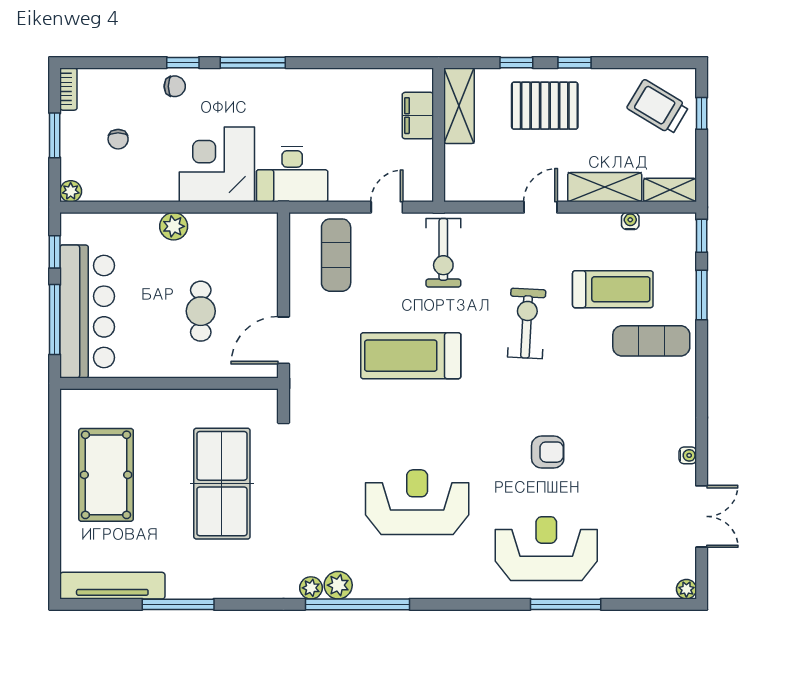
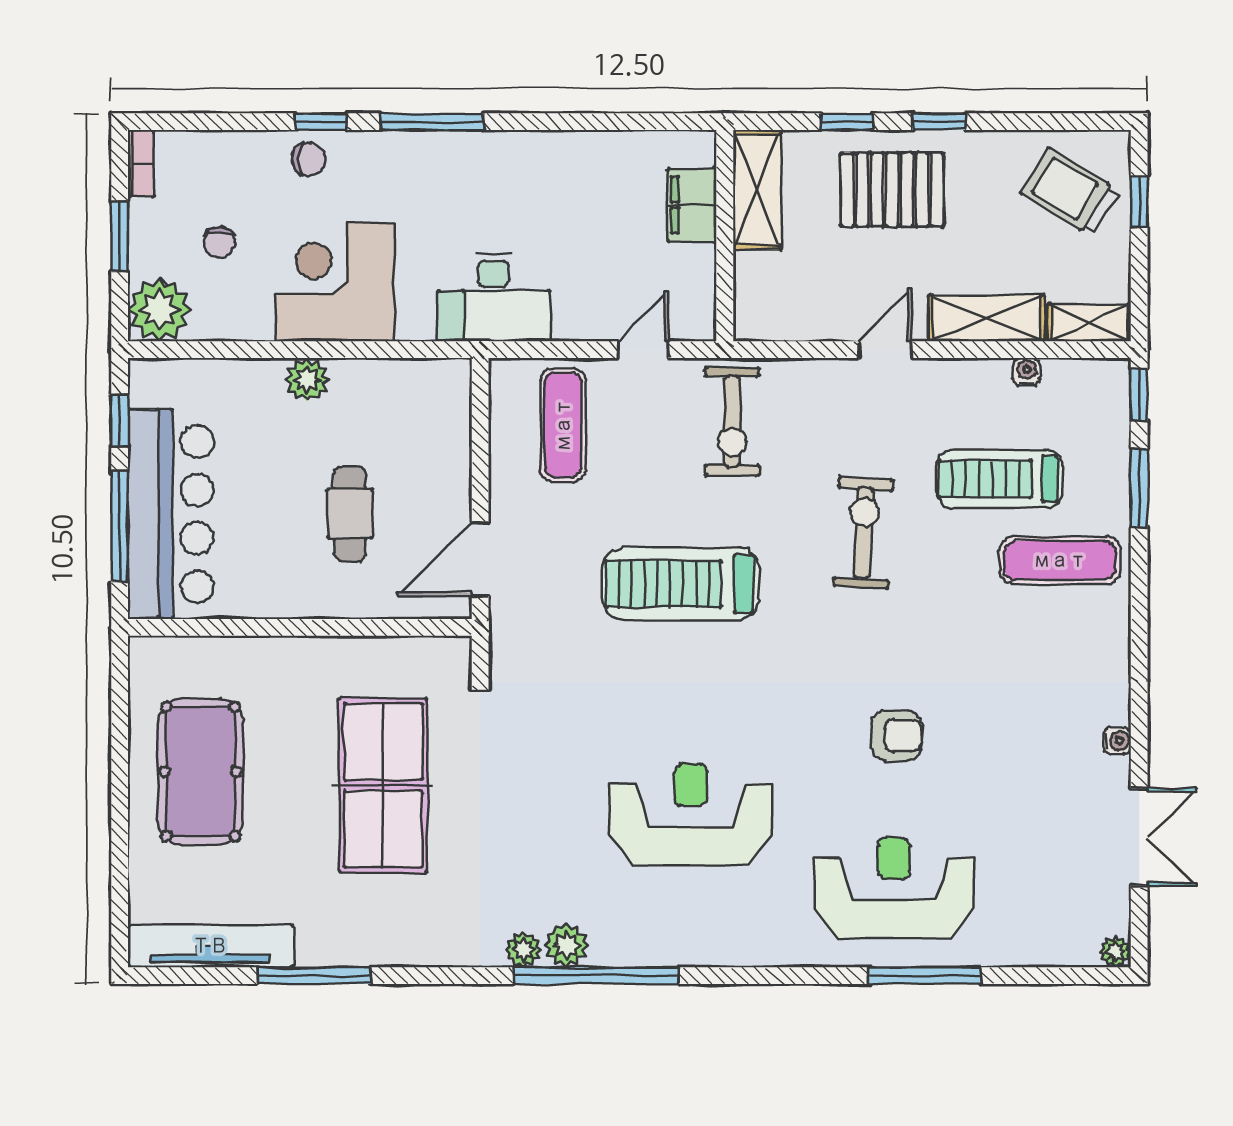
corner desk: (217, 164) -> (335, 282), moved
plant: (71, 191) -> (160, 310), width x1.88, depth x1.88
treadmill: (613, 289) -> (999, 479), turned 180

